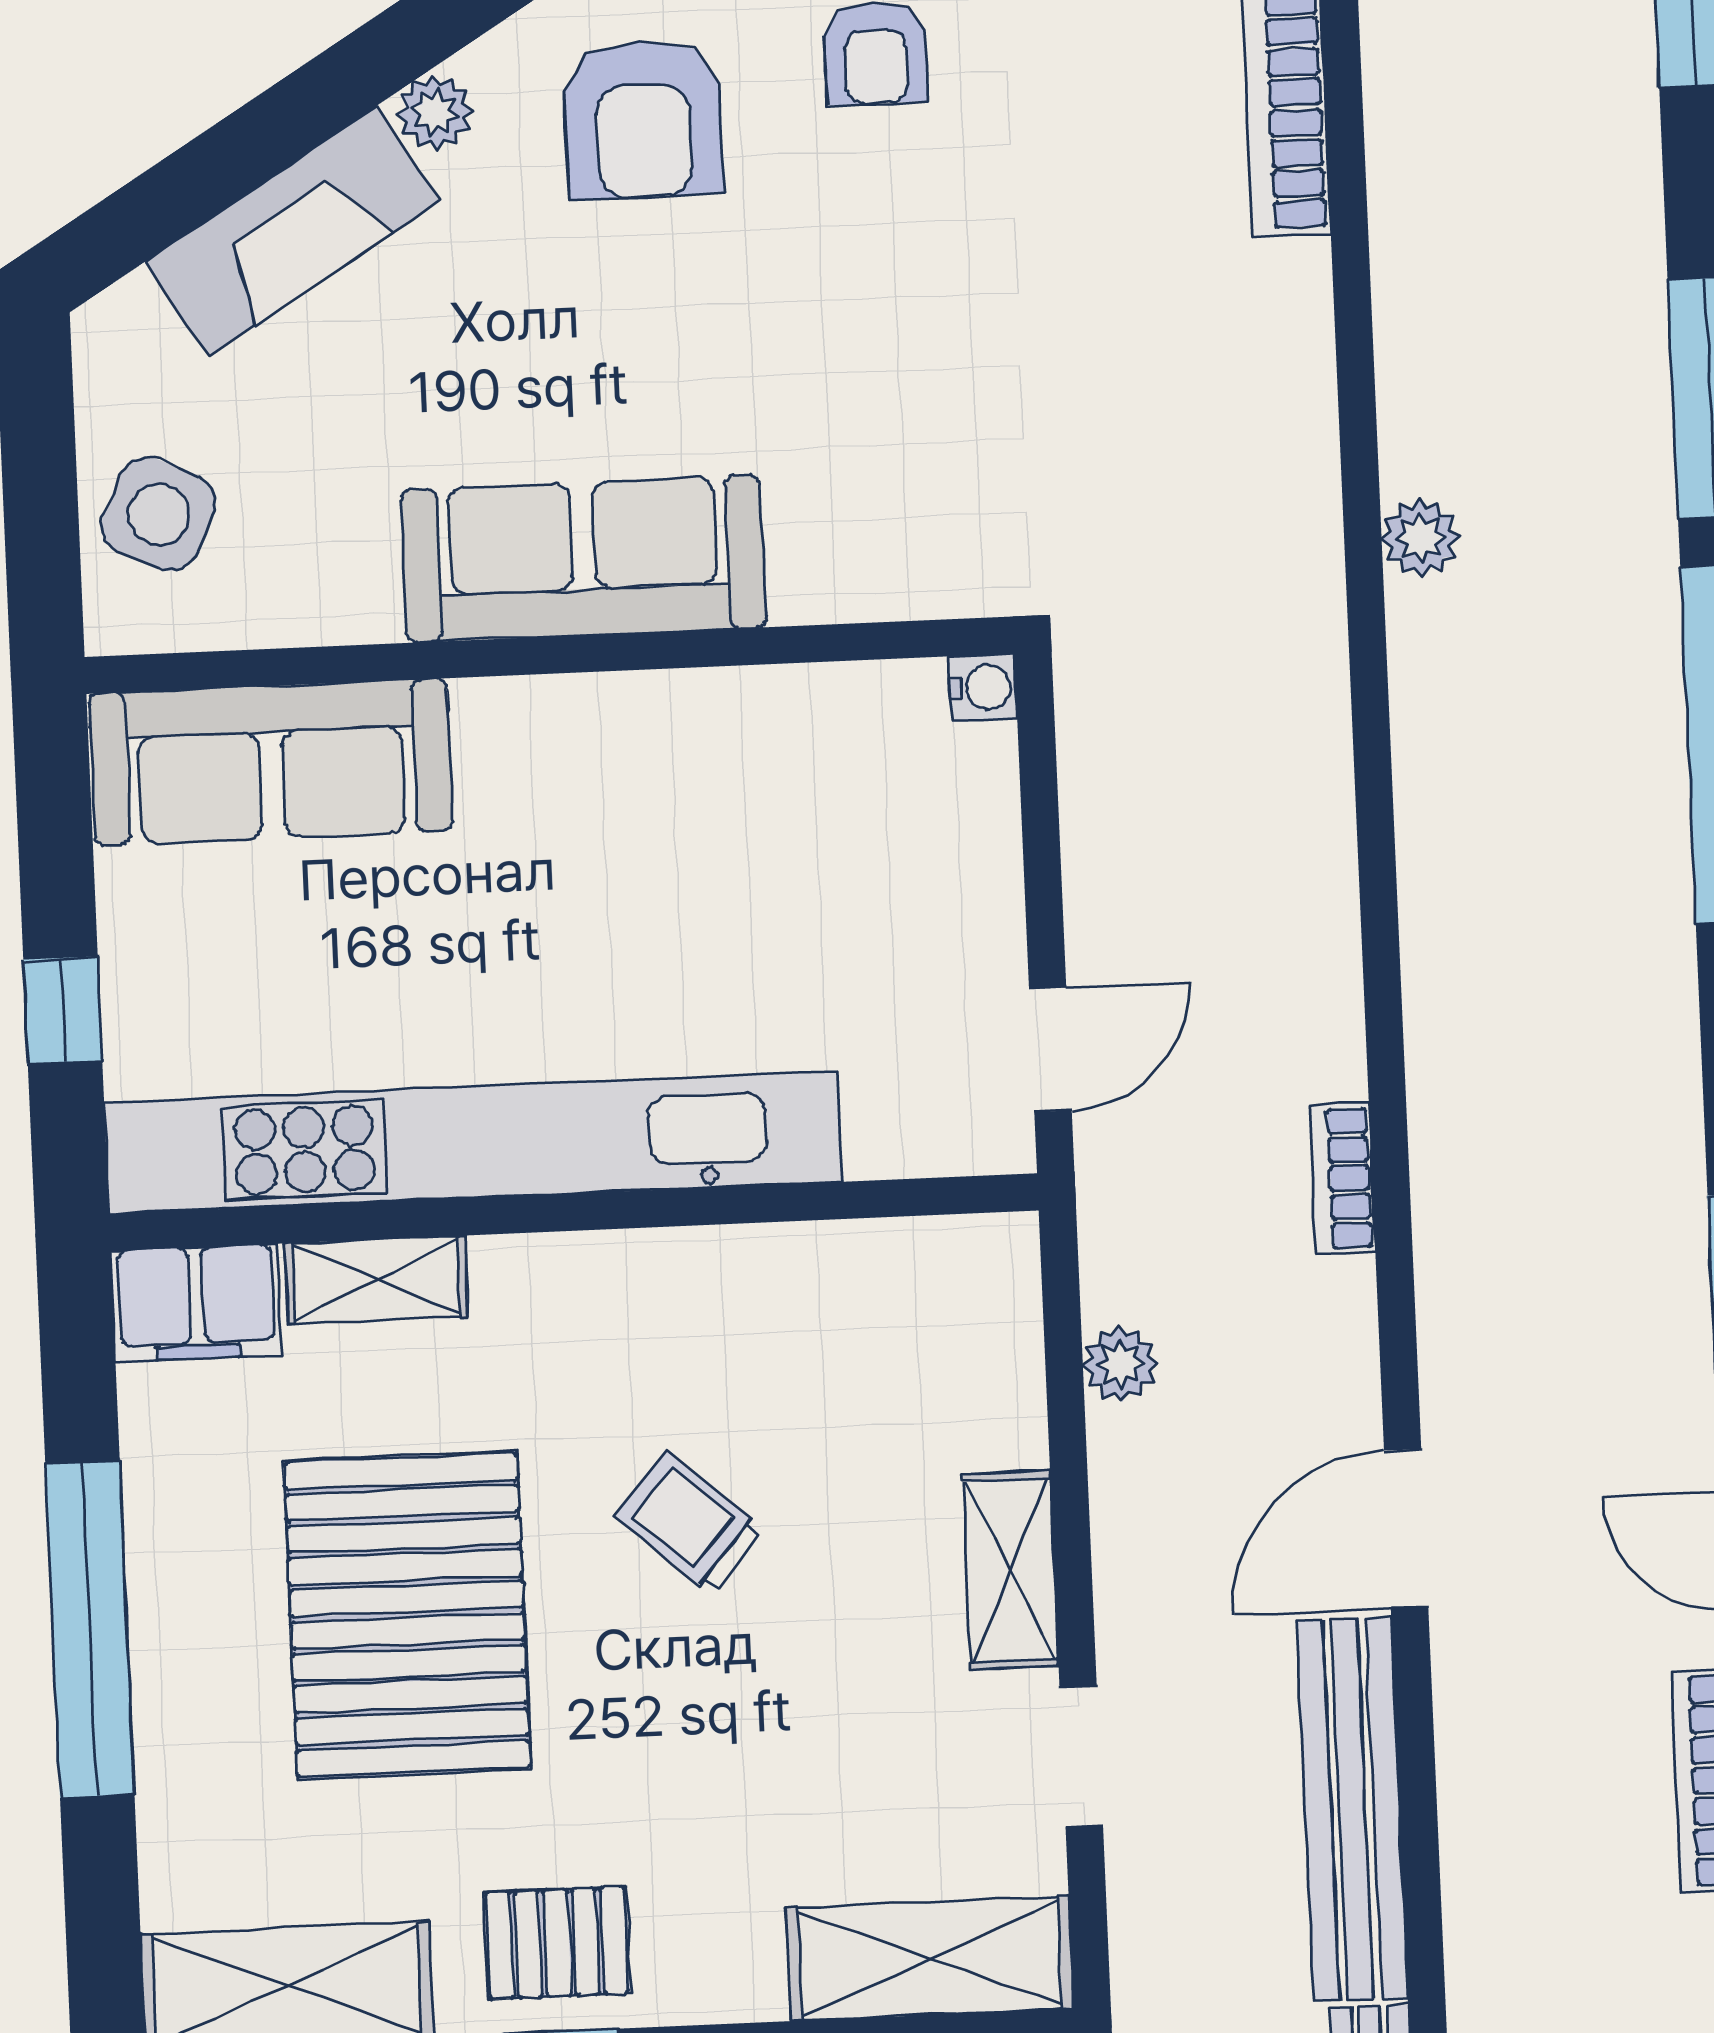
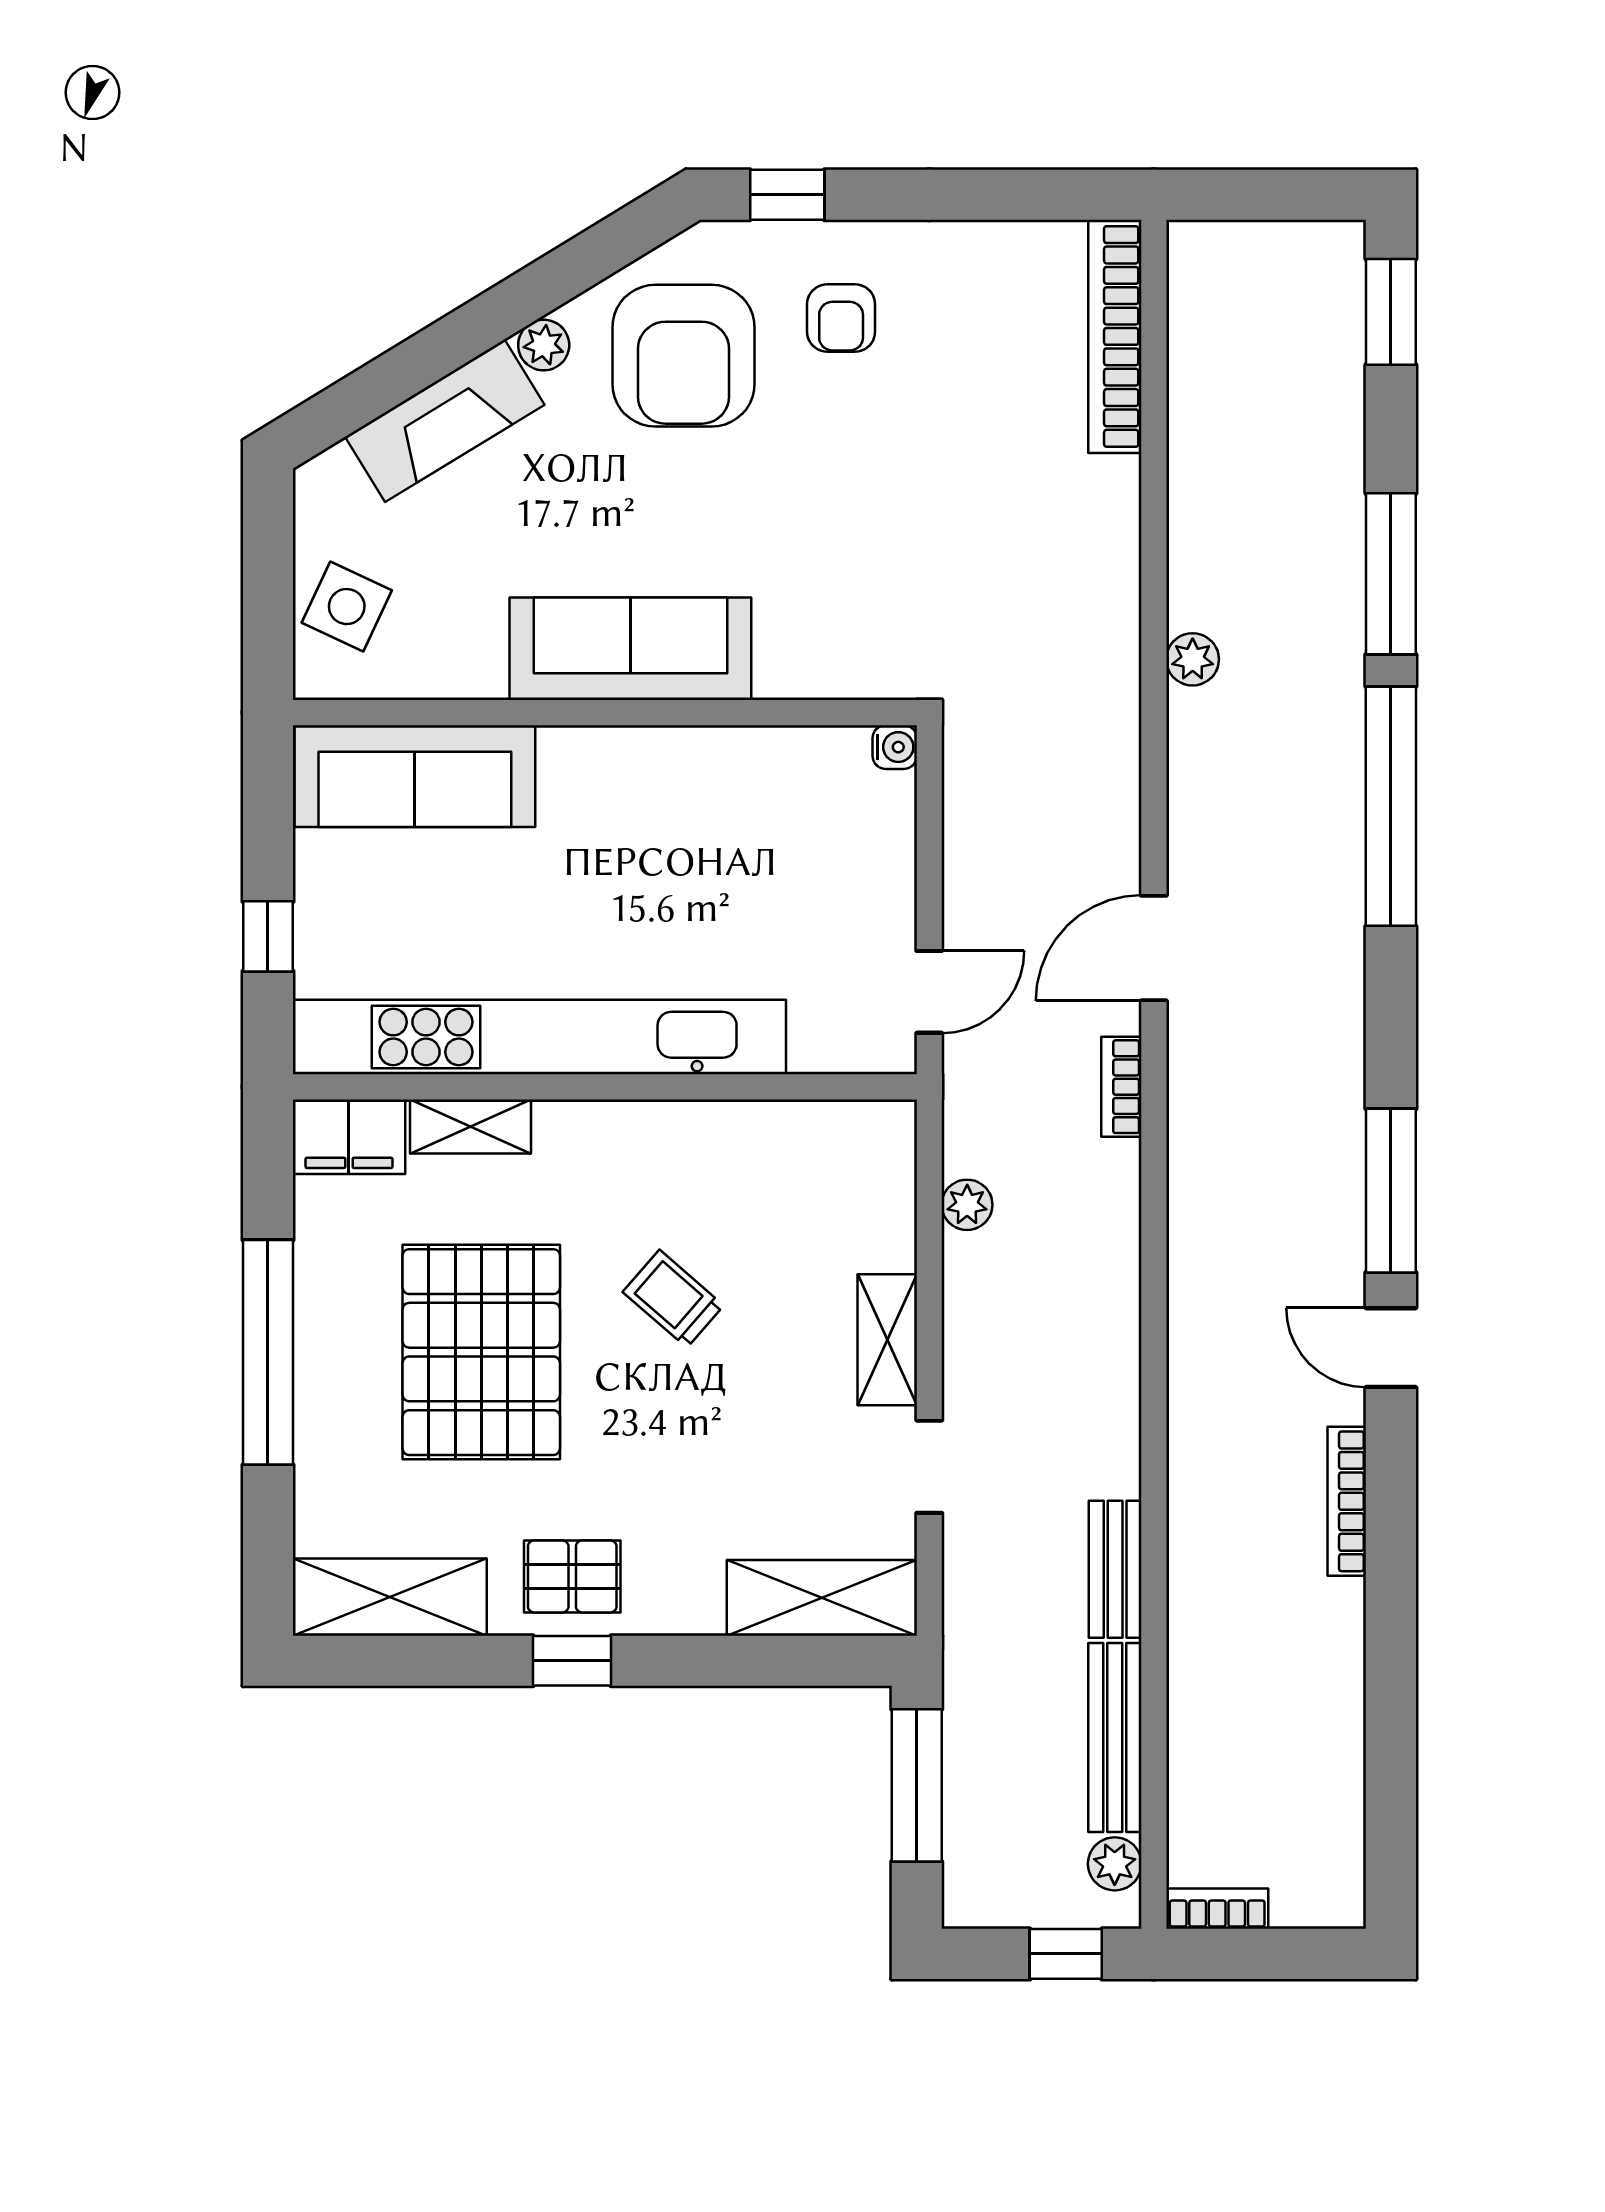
armchair: (643, 119) -> (683, 356), width x1.36, depth x1.36
door: (1406, 1529) -> (1154, 948), moved
bench: (1352, 1809) -> (1115, 1569), width x0.54, depth x0.82

